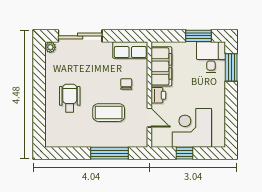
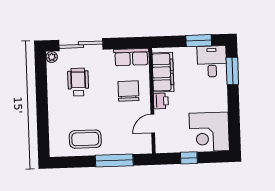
chair: (126, 84) -> (128, 91), width x1.87, depth x1.87
wheelchair: (70, 98) -> (78, 82), moved
coffee table: (109, 113) -> (85, 139), moved
door: (149, 118) -> (153, 124), swing flipped
corner desk: (192, 128) -> (209, 132), moved, turned -90

